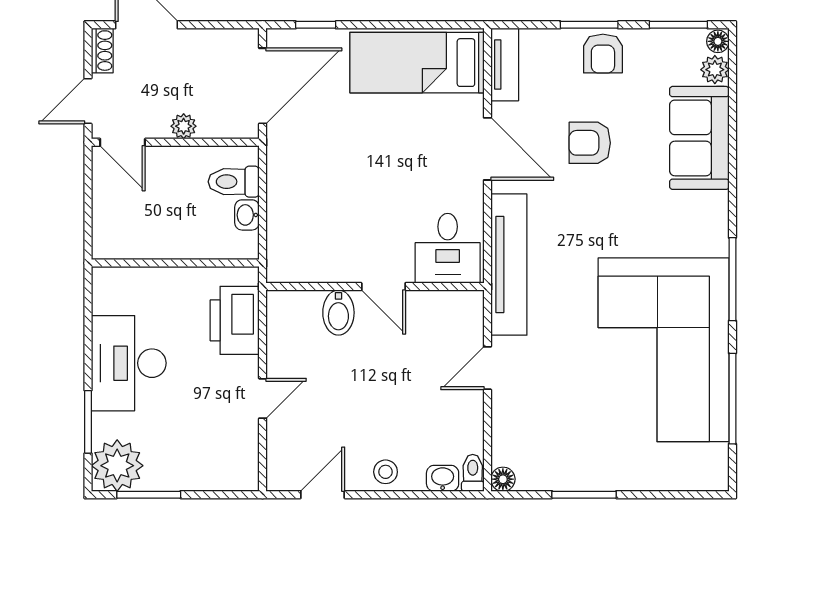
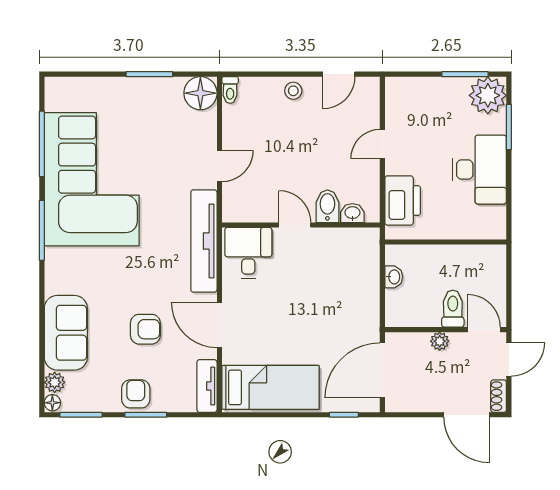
toilet: (234, 182) -> (453, 309), moved, turned -90
washbasin: (443, 478) -> (352, 213), moved, turned 180
floor lamp: (503, 479) -> (200, 93), width x1.89, depth x1.89

